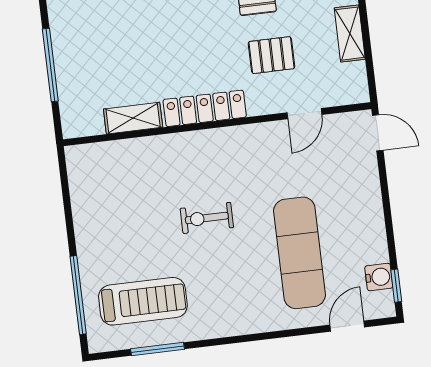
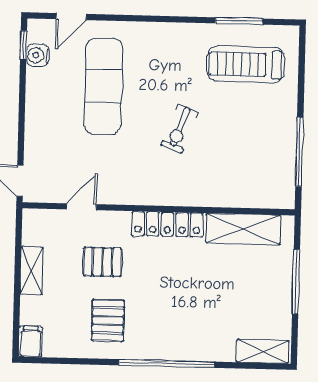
shelving: (133, 118) -> (243, 229), width x1.50, depth x1.33
exercise bike: (207, 218) -> (180, 129), turned 111
window: (78, 295) -> (299, 152), moved

